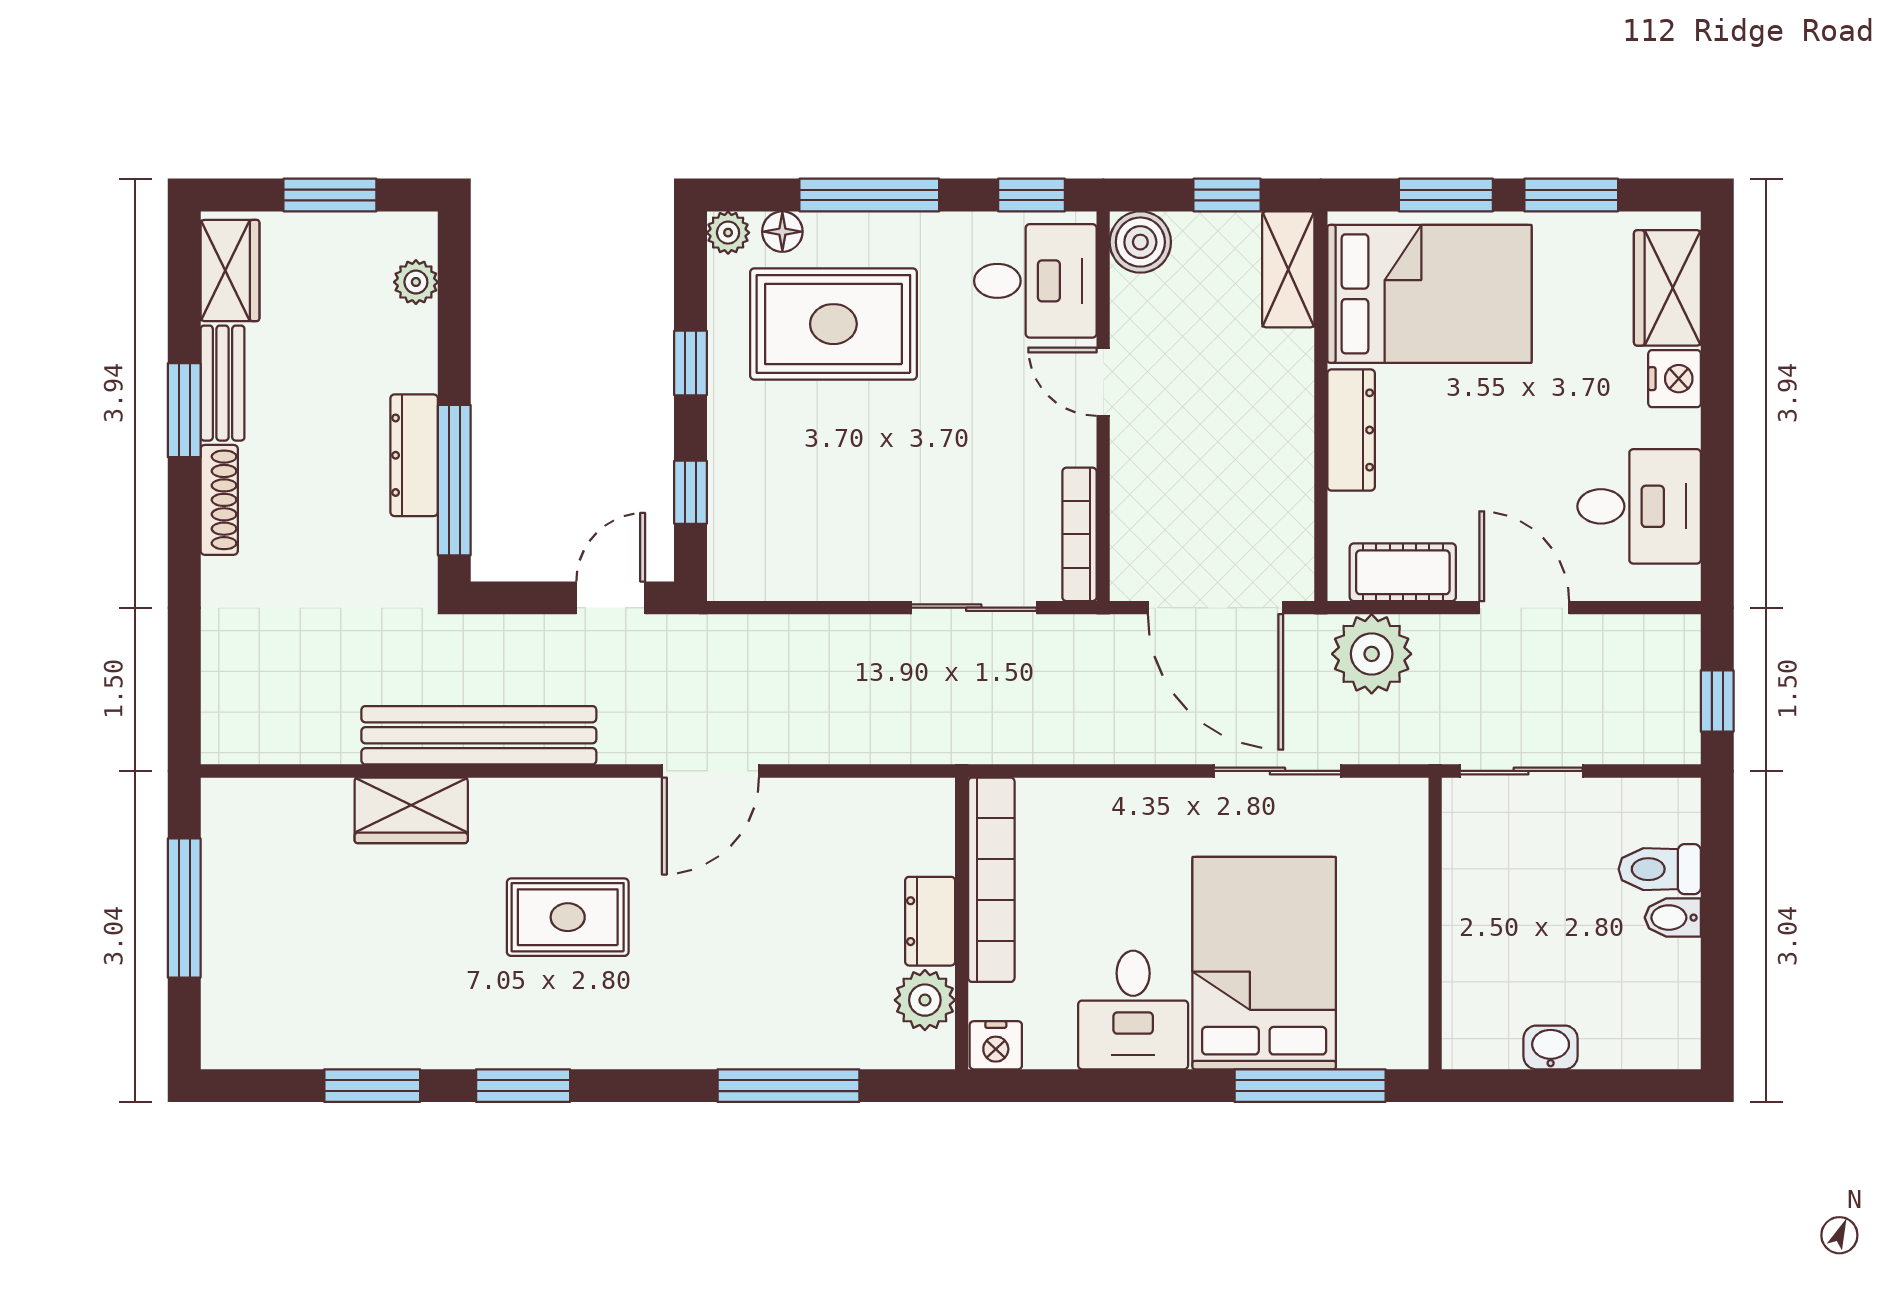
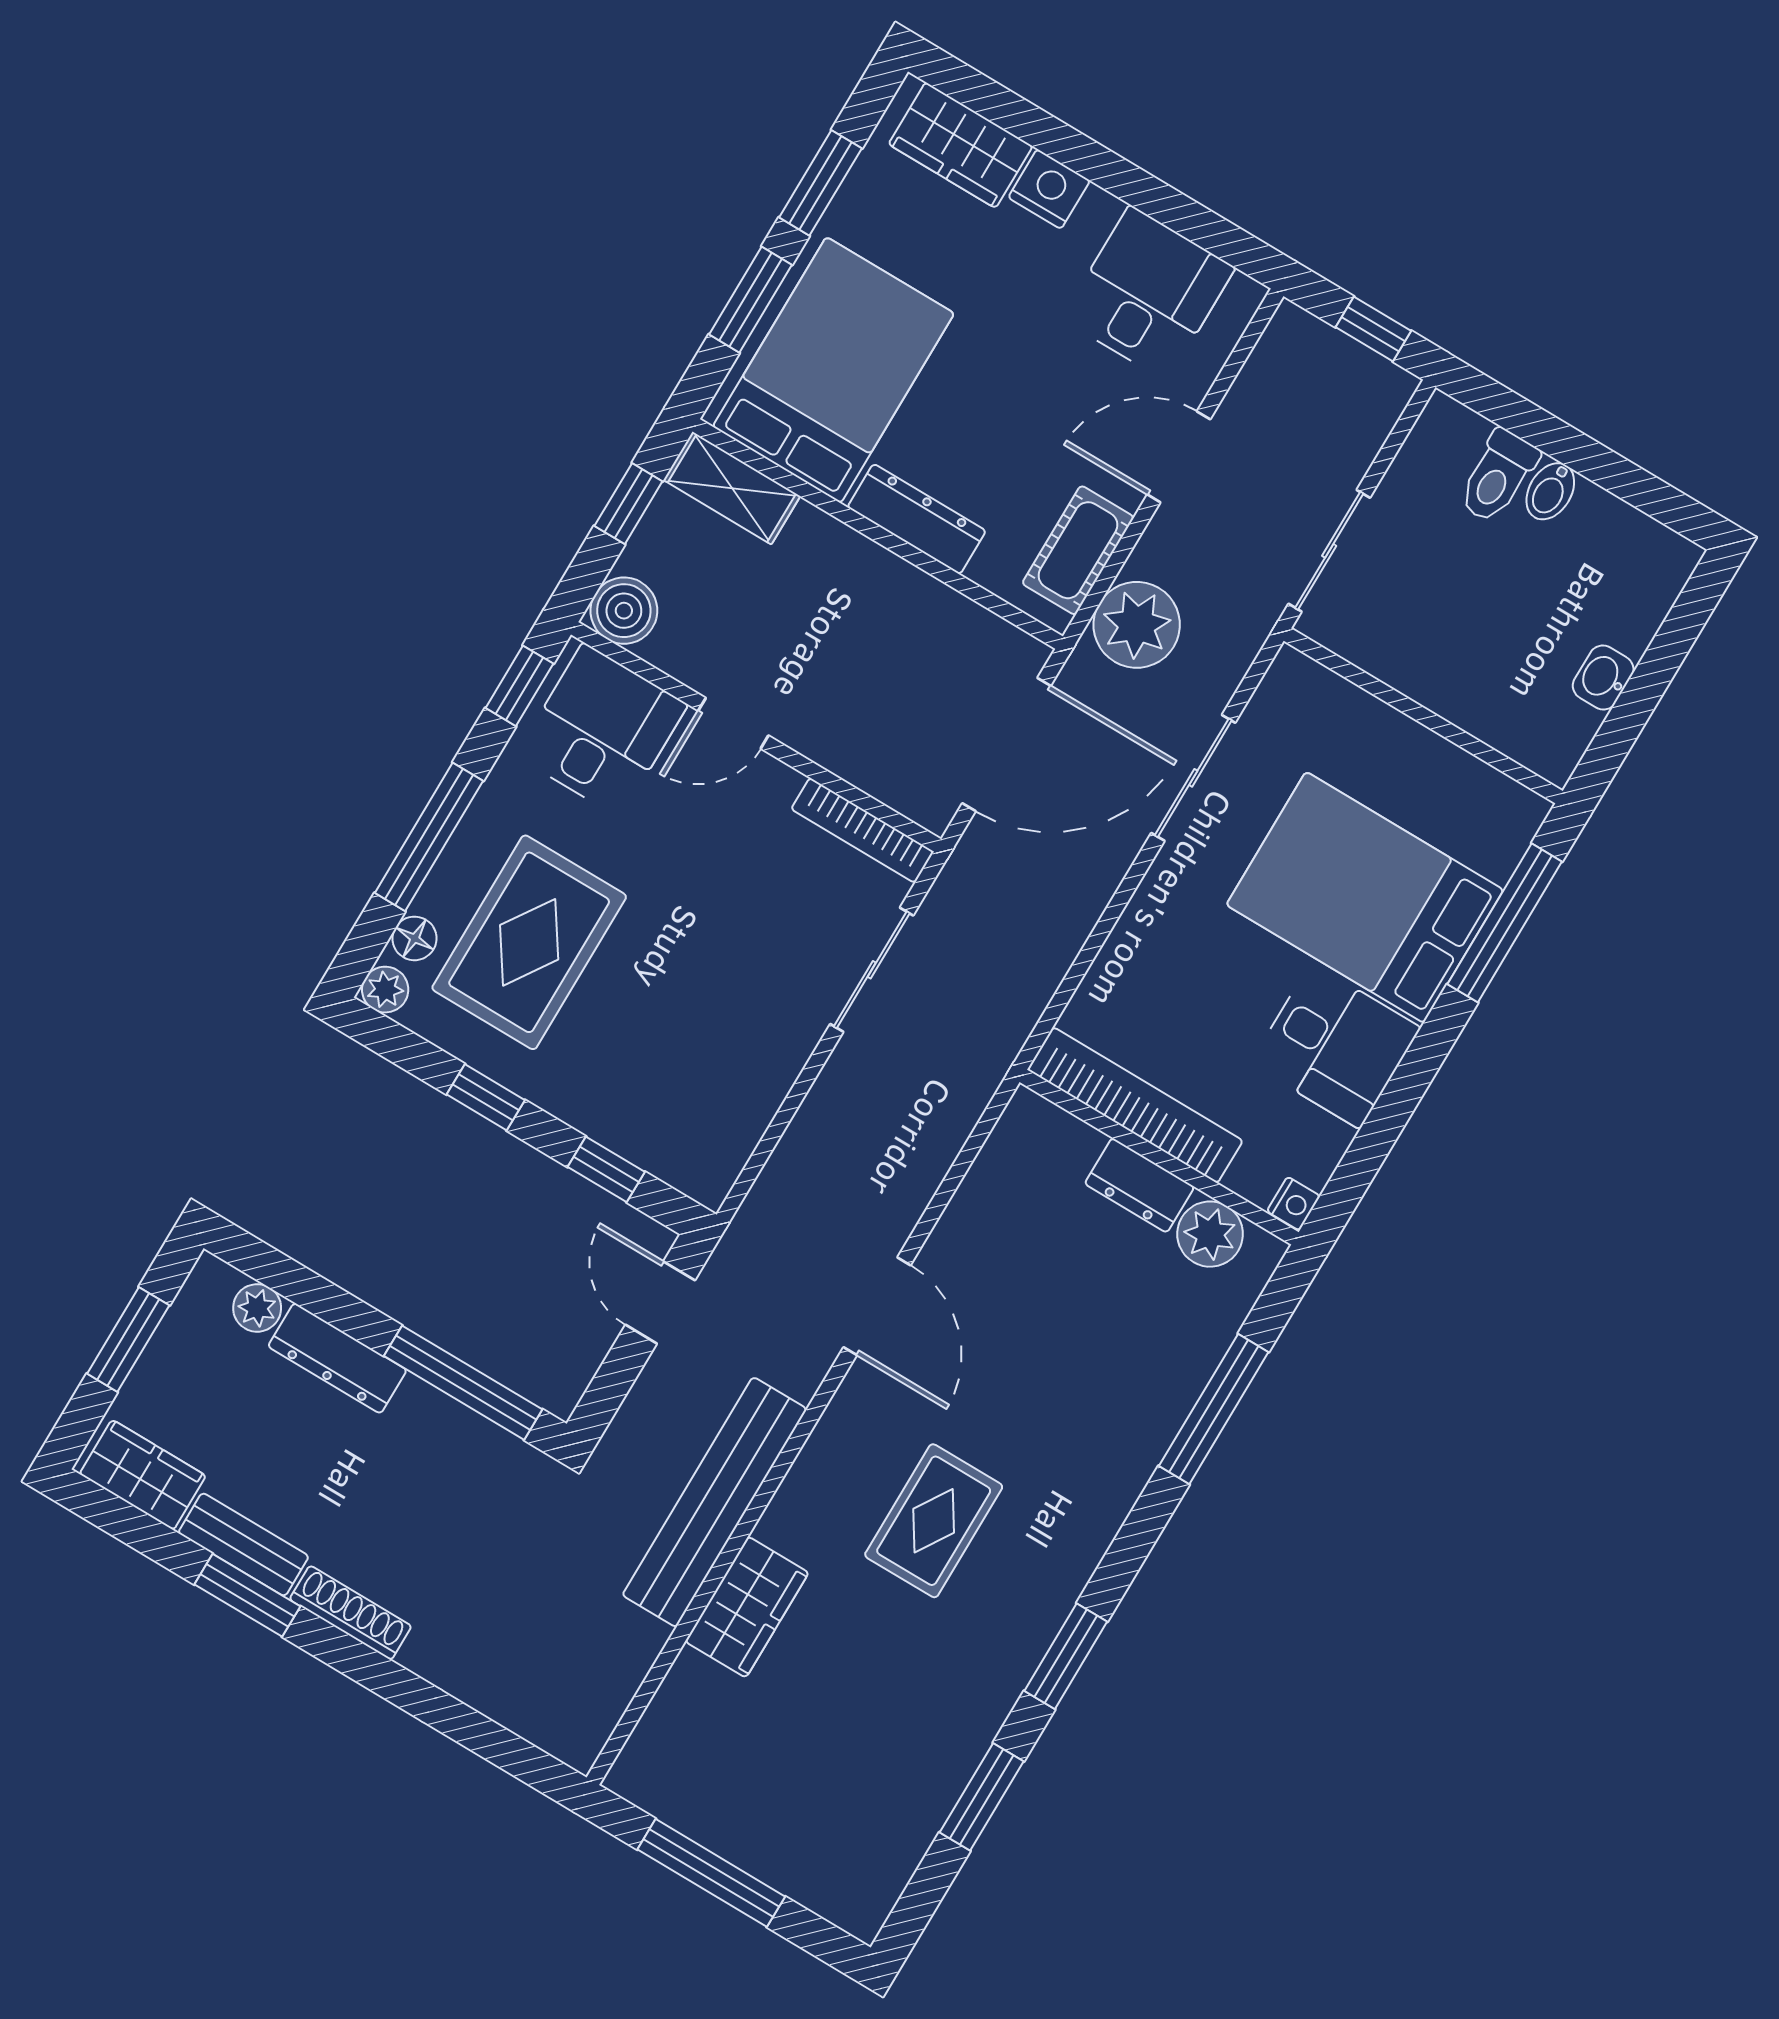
dresser: (414, 455) -> (337, 1358), moved
nightstand: (996, 1045) -> (1294, 1204), width x0.72, depth x0.74

